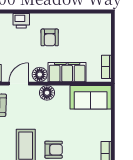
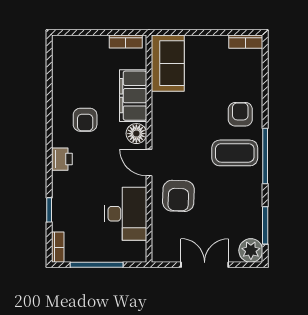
armchair: (50, 37) -> (85, 120), turned 90
floor lamp: (47, 93) -> (162, 123), removed

